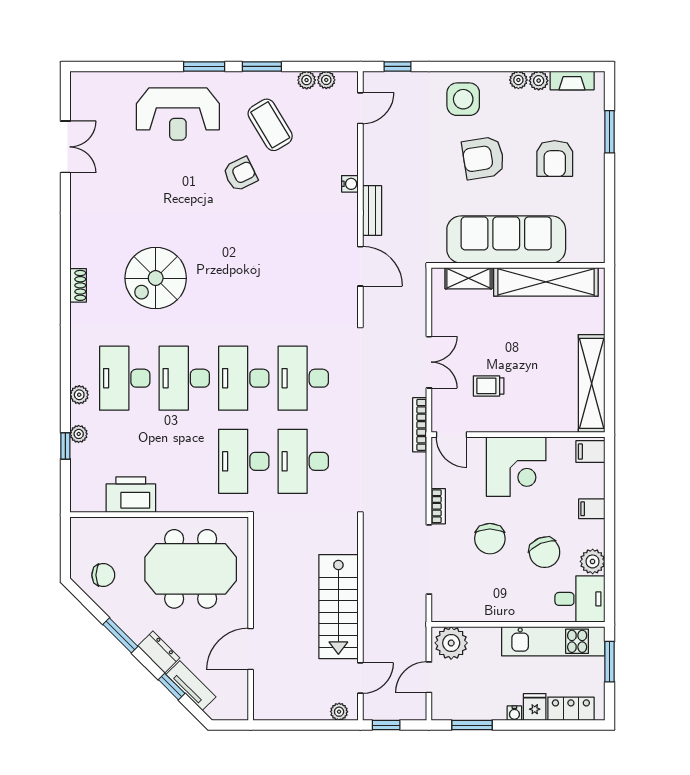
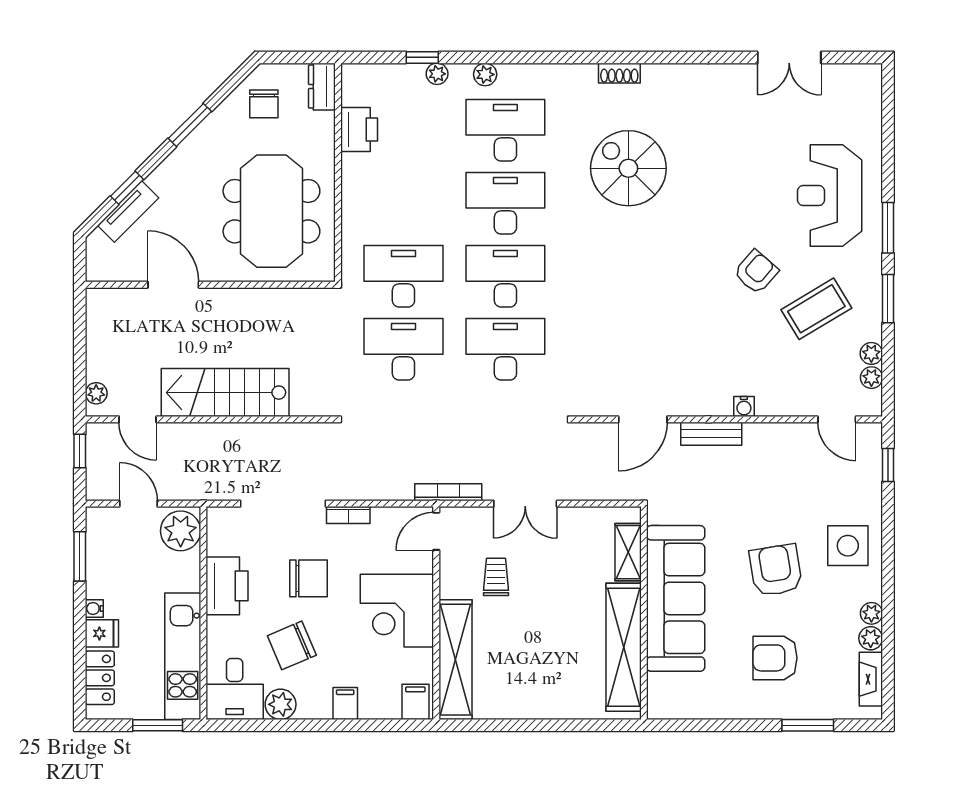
armchair: (240, 174) -> (756, 272), turned -113
shelving: (592, 383) -> (455, 660), moved, turned 90
printer: (131, 495) -> (359, 129), width x0.73, depth x0.84
chair: (490, 539) -> (309, 578), turned 180
printer: (496, 605) -> (227, 586), added
dresser: (159, 652) -> (322, 87), moved, turned 135

